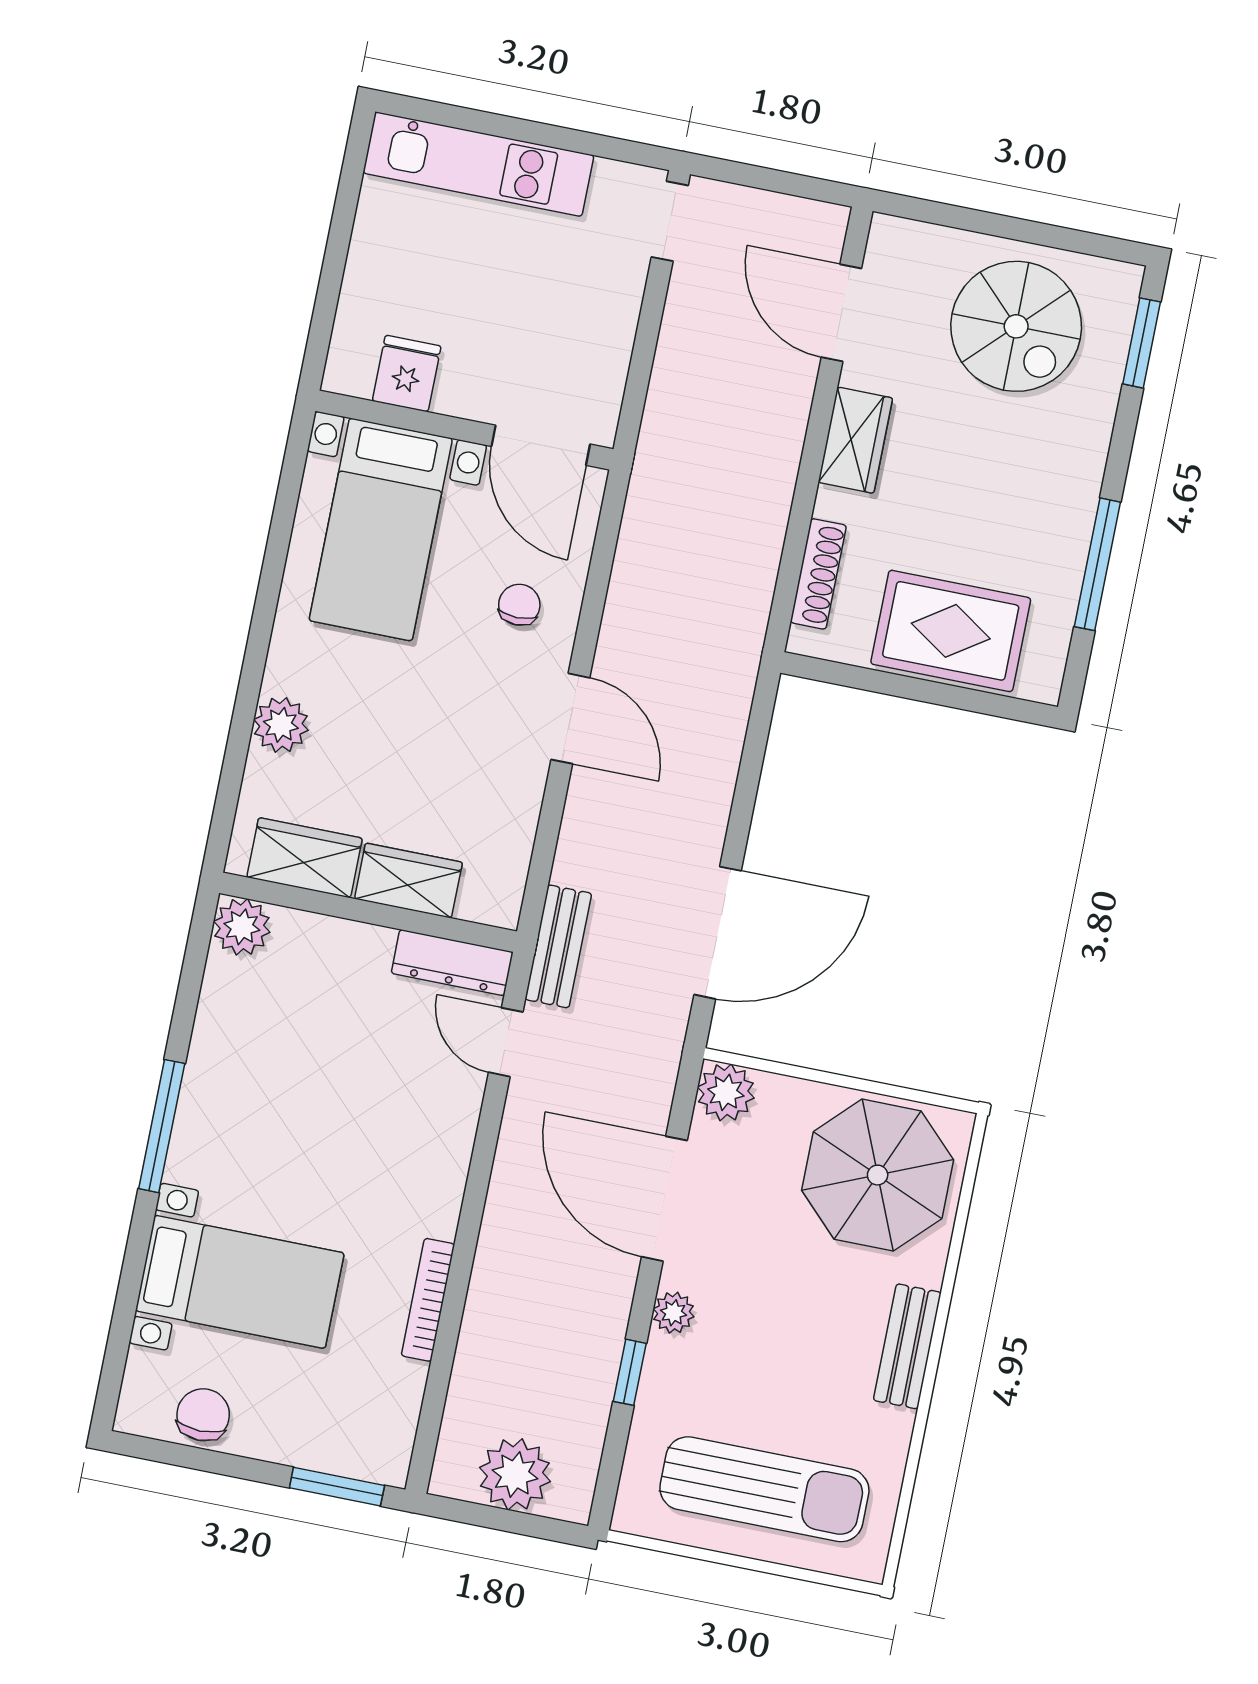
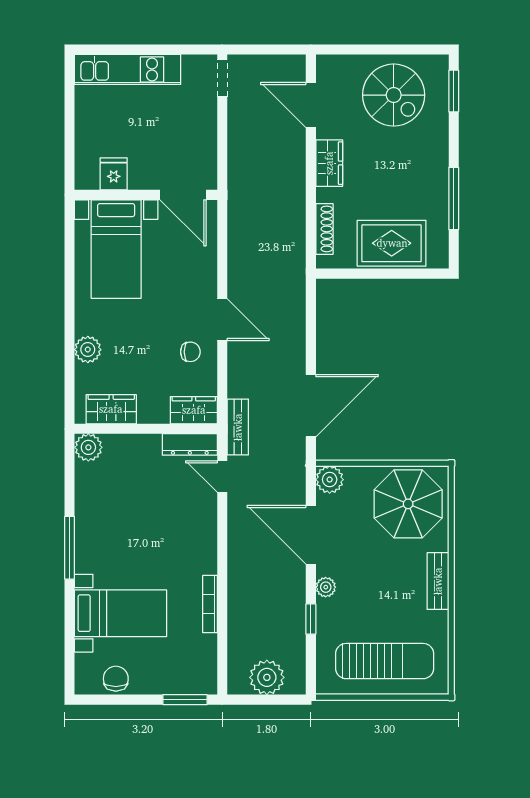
chair: (519, 605) -> (190, 352), moved, turned 90
wardrobe: (408, 880) -> (194, 410), moved

